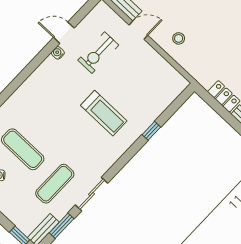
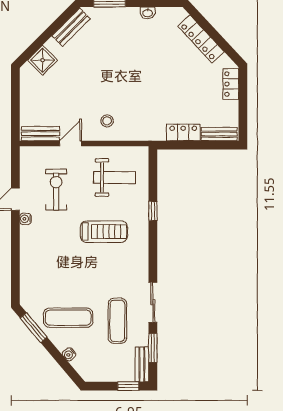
exercise bike: (98, 53) -> (56, 190), turned 180
weight bench: (147, 83) -> (115, 177), added

